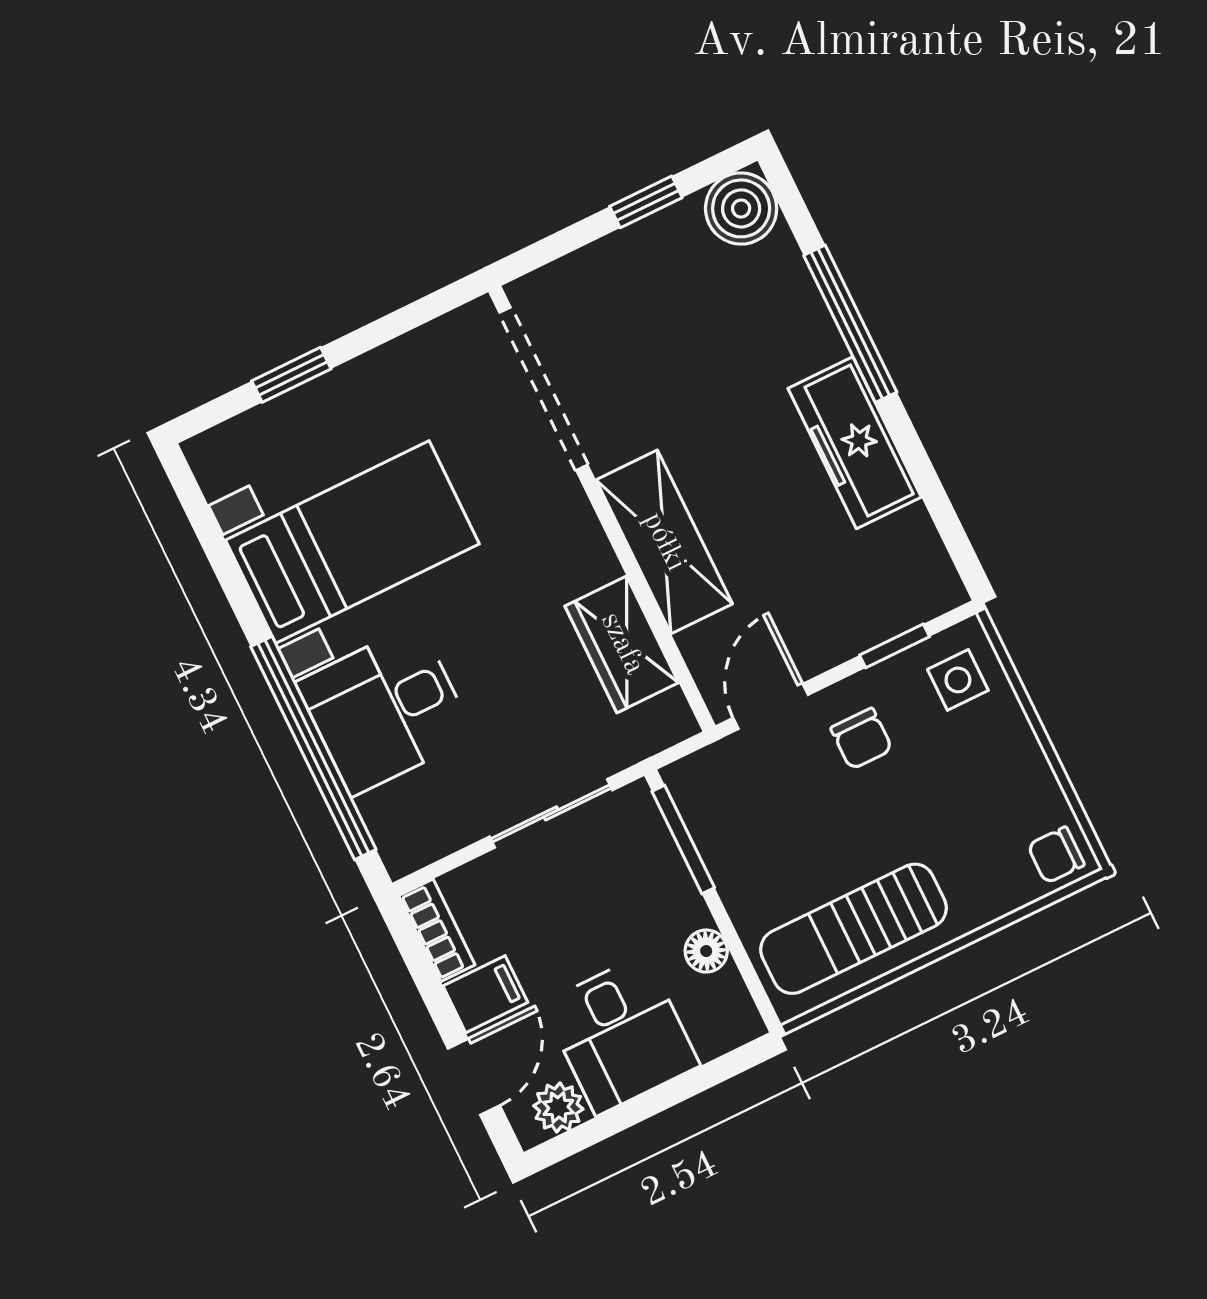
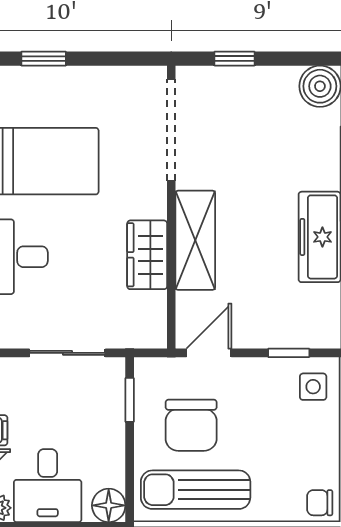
window: (646, 202) -> (235, 59), moved
wardrobe: (622, 644) -> (147, 255), moved
chair: (862, 739) -> (191, 425), moved, width x1.87, depth x1.87
window: (683, 839) -> (130, 400), width x0.67
floor lamp: (706, 951) -> (109, 505), moved, width x1.37, depth x1.37

